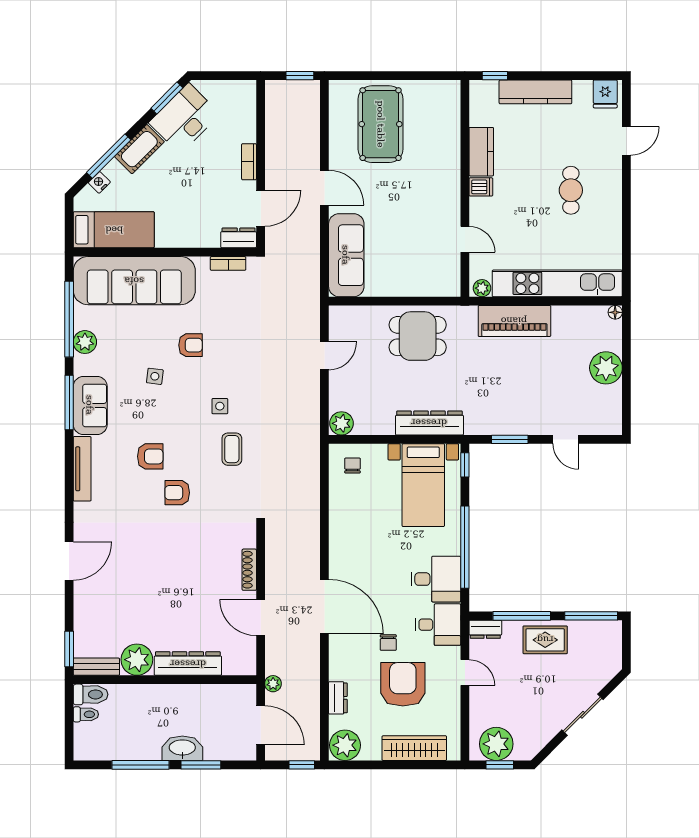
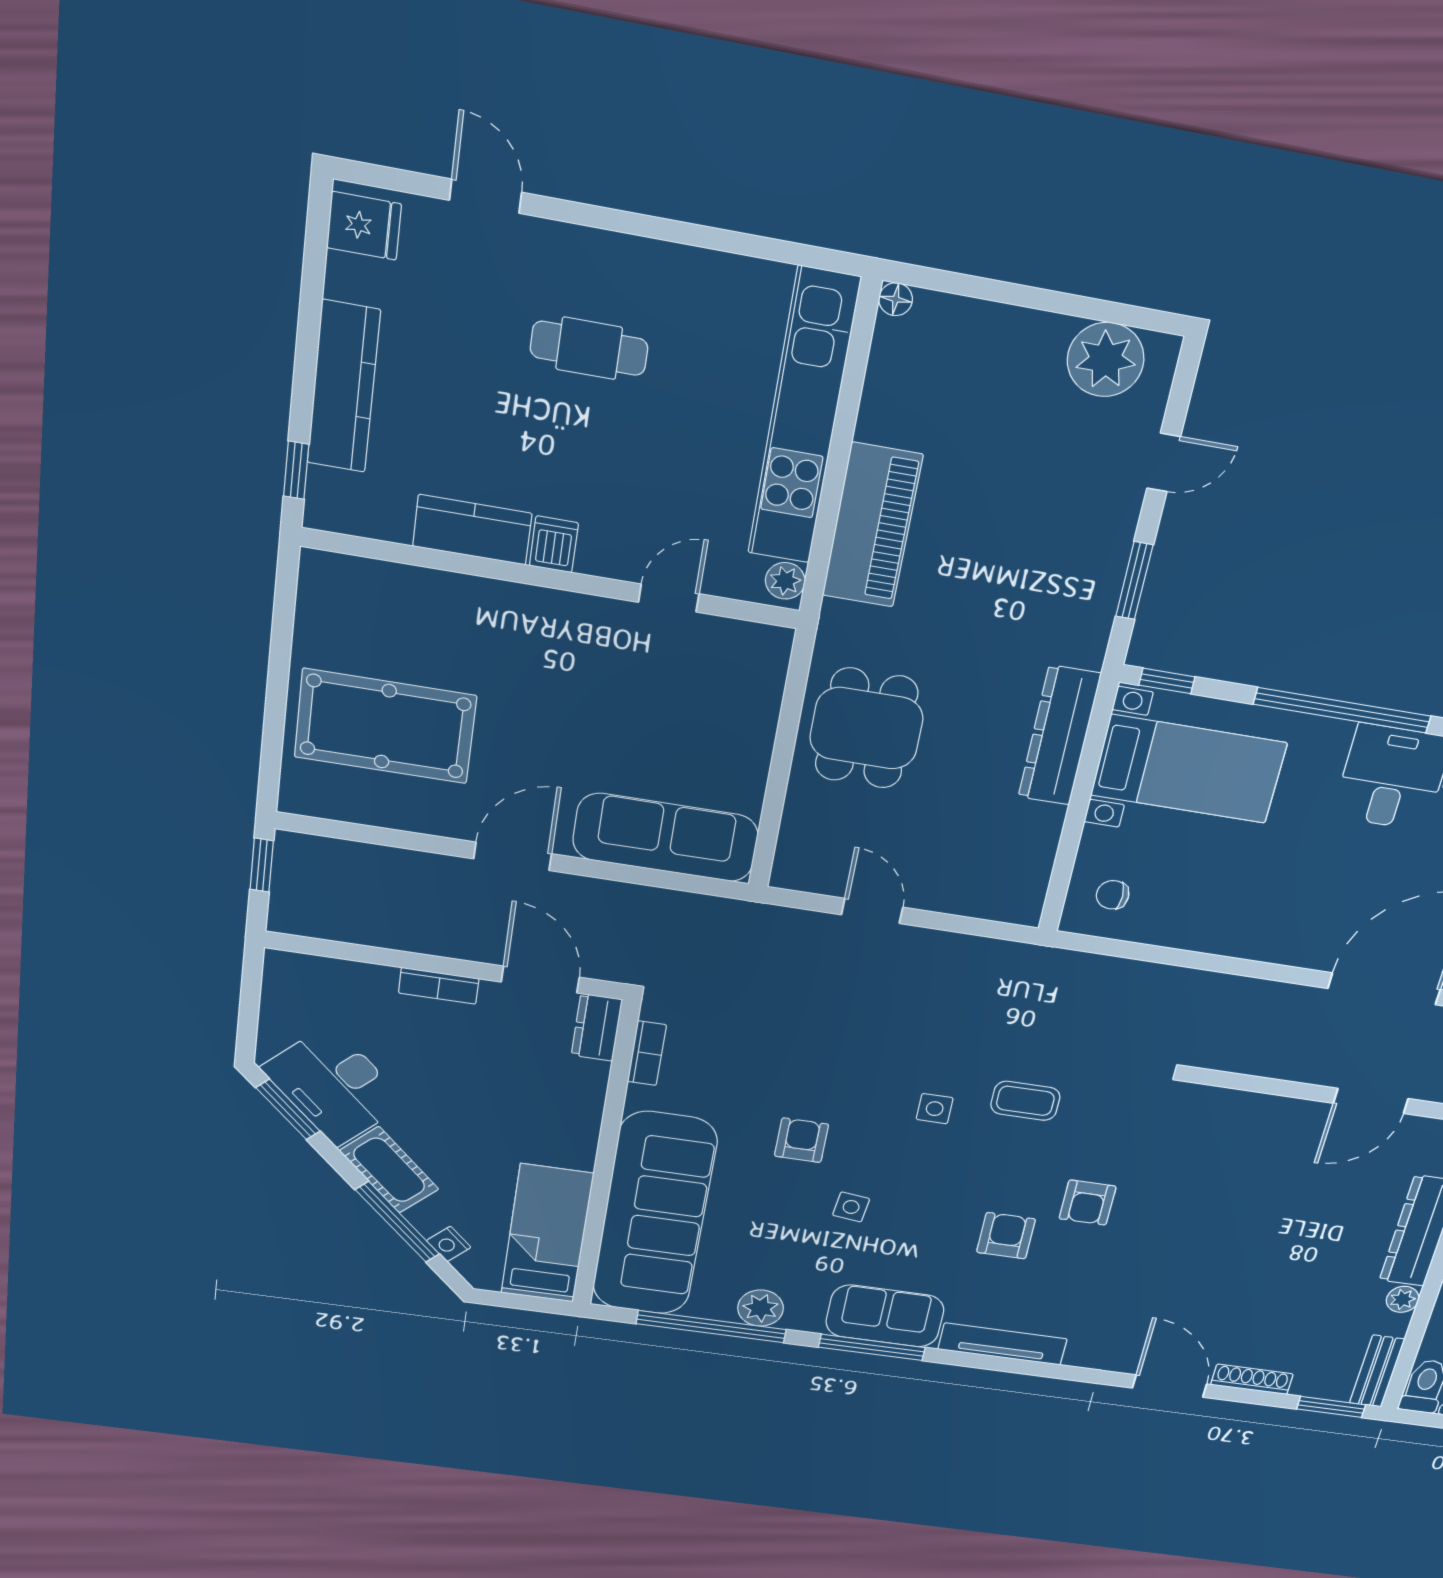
plant: (606, 368) -> (1106, 360), moved
plant: (341, 423) -> (1020, 901), removed
shoe rack: (249, 570) -> (1252, 1379), moved, turned 180
plant: (137, 660) -> (1403, 1299), width x0.53, depth x0.53

